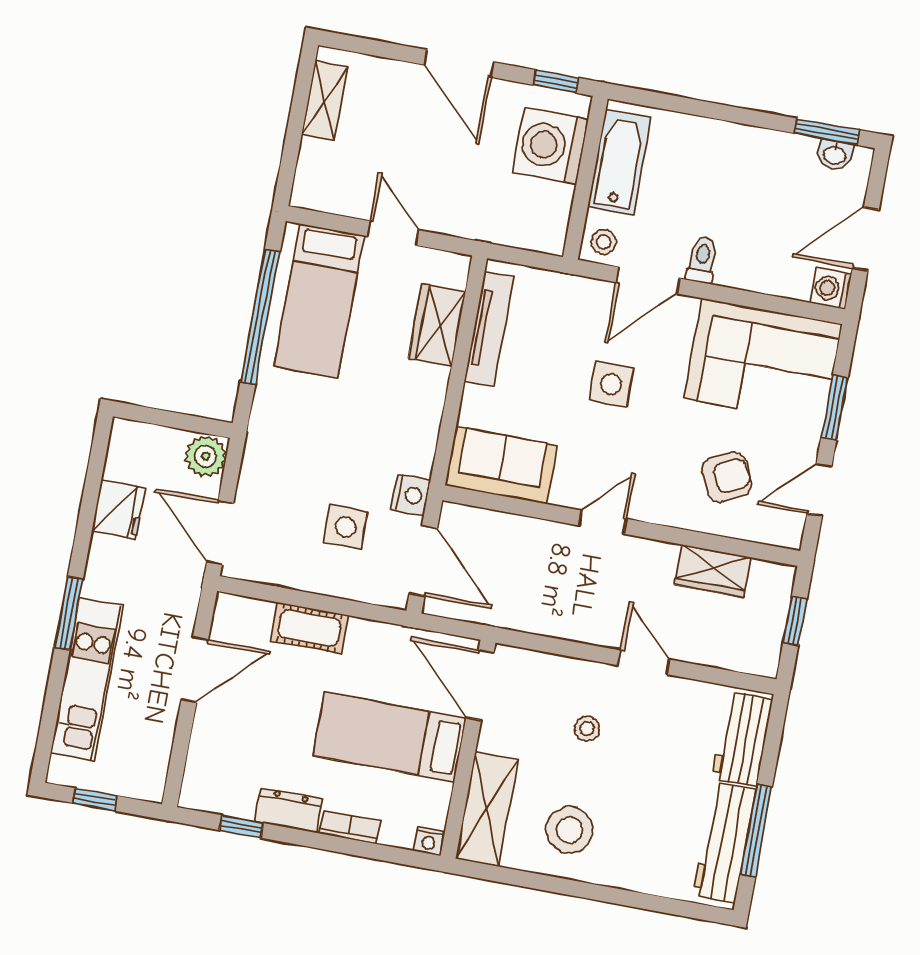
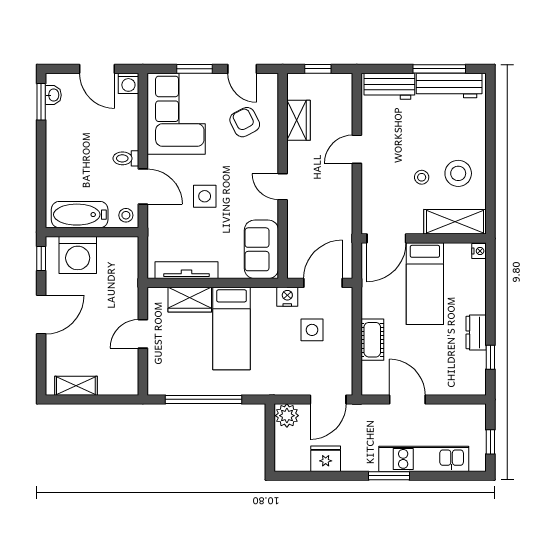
bed: (319, 301) -> (232, 329), moved, turned 90
stool: (587, 729) -> (422, 177), moved
bookcase: (350, 827) -> (479, 297), removed

